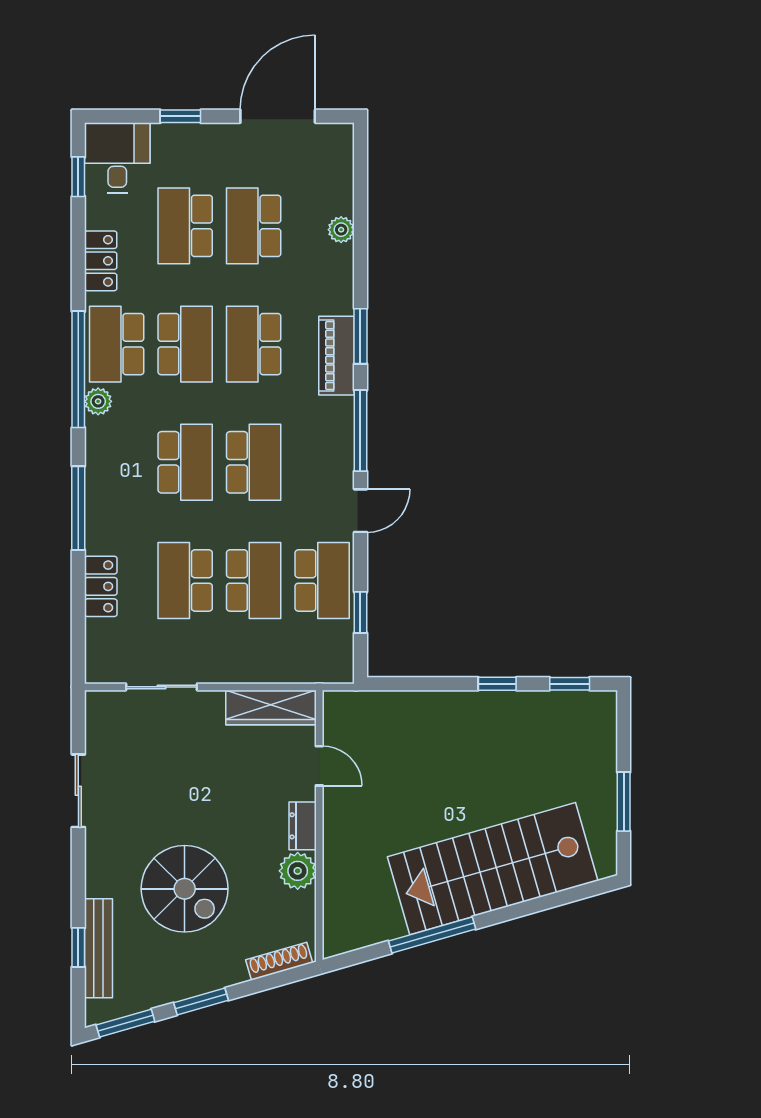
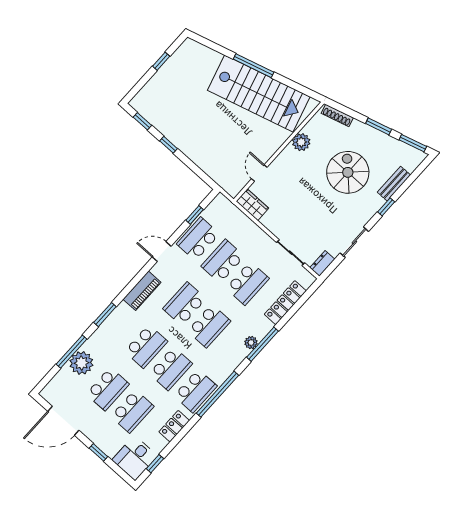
plant: (341, 230) -> (81, 363), width x1.88, depth x1.88
school desk: (185, 344) -> (171, 369), turned 180
piano: (336, 356) -> (142, 291), moved
plant: (98, 401) -> (251, 343), moved
window: (360, 431) -> (72, 352), moved
school desk: (185, 462) -> (209, 326), turned 180
locker: (101, 586) -> (285, 303), width x1.53
wardrobe: (271, 708) -> (252, 205), width x0.67
window: (624, 802) -> (161, 61), width x0.67
dresser: (303, 826) -> (322, 263), moved, turned 180
stairs: (493, 869) -> (259, 93), moved
window: (432, 935) -> (254, 66), moved
window: (78, 947) -> (386, 207), moved
bench: (99, 948) -> (394, 184), width x0.73

